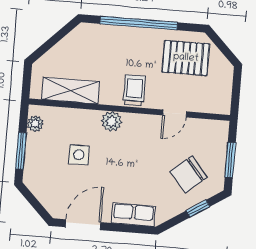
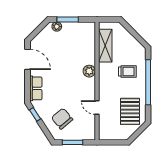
trolley: (134, 90) -> (127, 72), moved
plant: (35, 124) -> (57, 27), moved
side table: (79, 155) -> (68, 54), removed
window: (198, 209) -> (35, 114), moved

